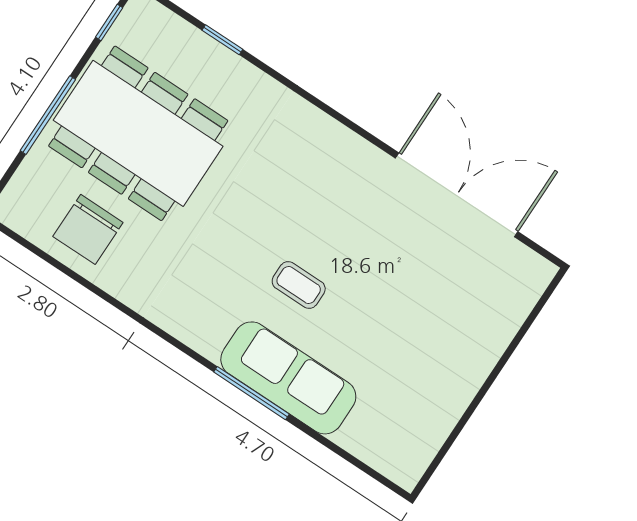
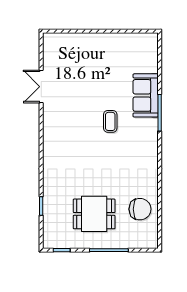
dining table: (138, 133) -> (94, 214), width x0.53, depth x0.80
double door: (457, 195) -> (41, 87), width x0.54
sofa: (288, 378) -> (146, 95), width x0.73

